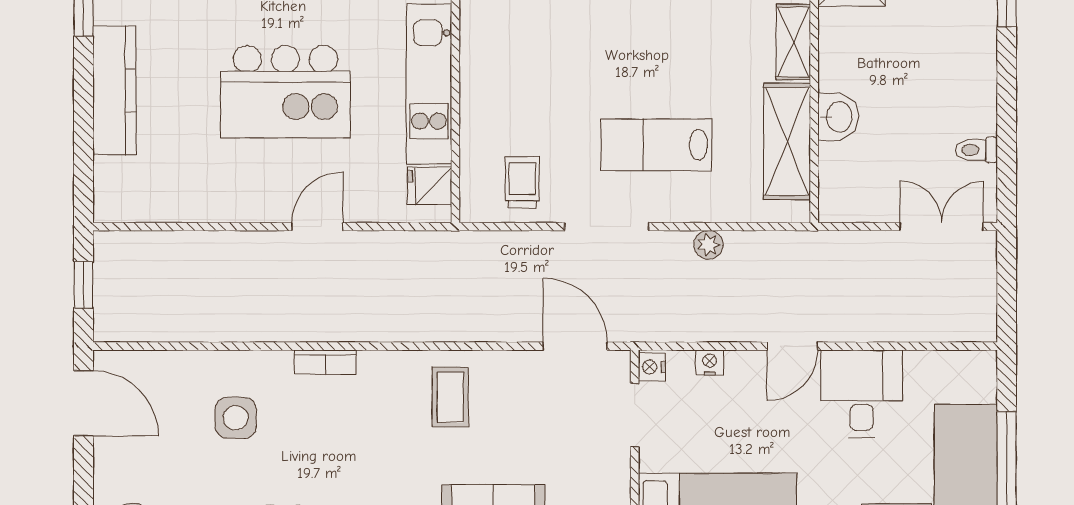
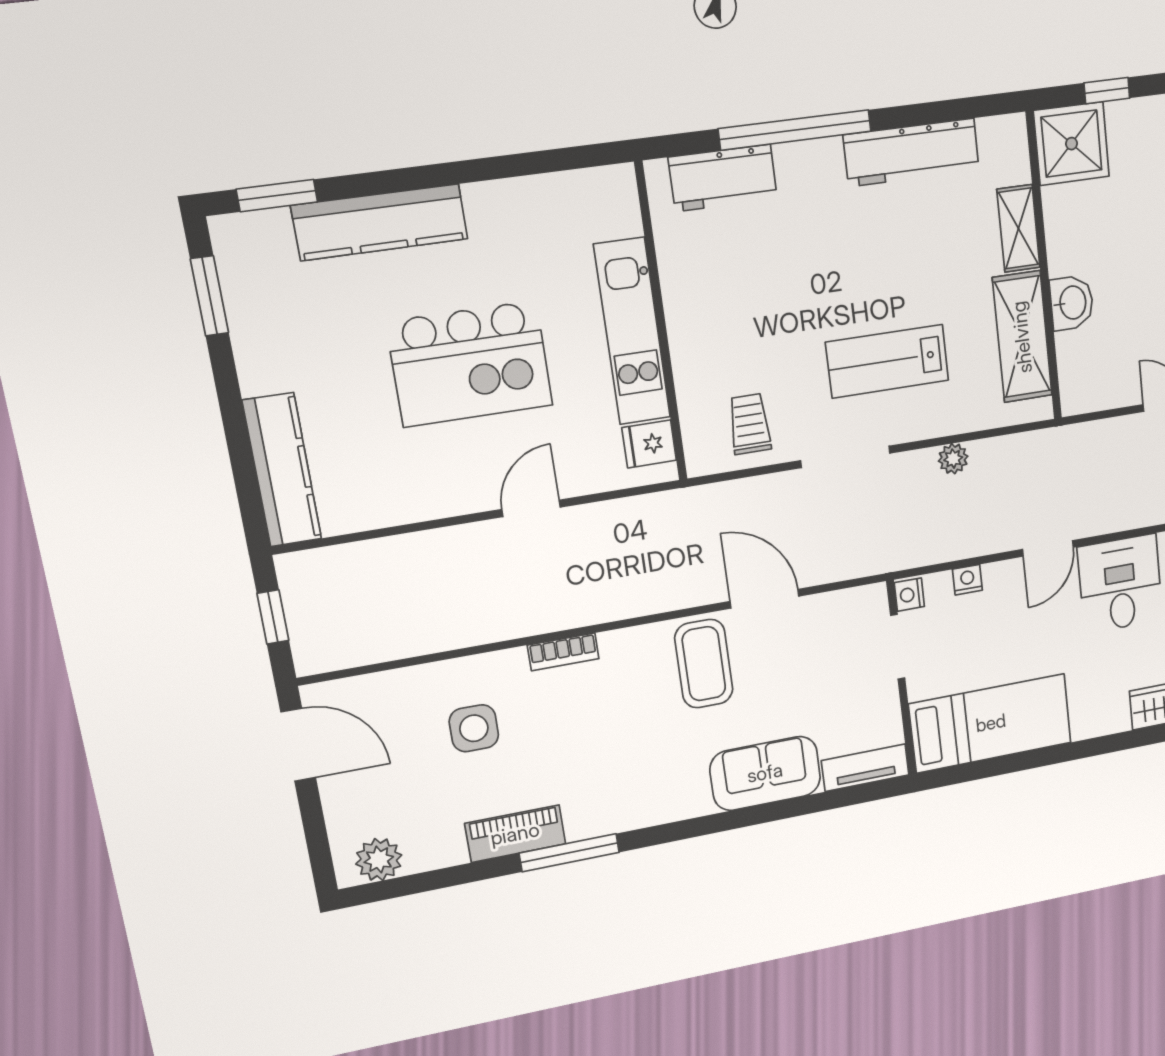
kitchen counter: (114, 90) -> (282, 470), moved
door: (575, 346) -> (764, 599), moved
coffee table: (450, 397) -> (704, 664), width x1.36, depth x1.30

